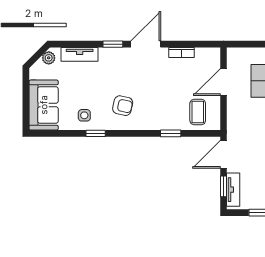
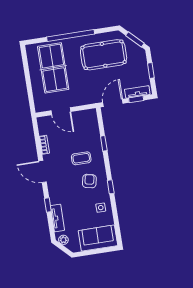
window: (113, 44) -> (48, 205), moved
coffee table: (198, 112) -> (81, 158), moved
window: (96, 133) -> (111, 187), moved
door: (224, 154) -> (113, 103), swing flipped

